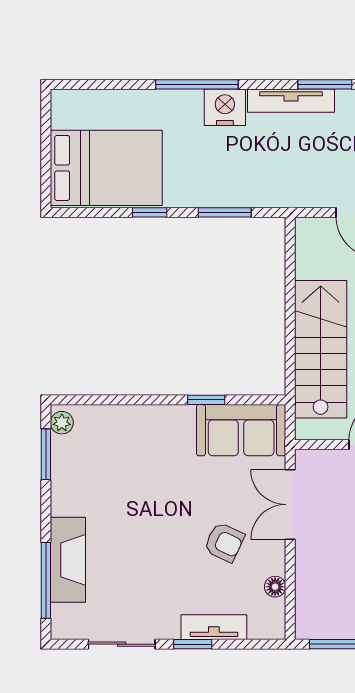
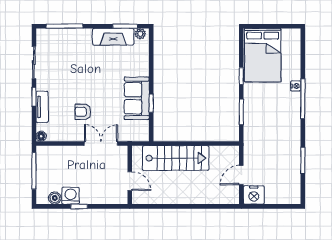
tv unit: (291, 101) -> (295, 144), removed
nightstand: (225, 107) -> (296, 86), moved, width x0.53, depth x0.56
sofa: (241, 430) -> (137, 98), moved
armchair: (224, 542) -> (83, 112), turned 65
fireplace: (68, 560) -> (113, 37), moved
floor lamp: (275, 587) -> (41, 136), moved

